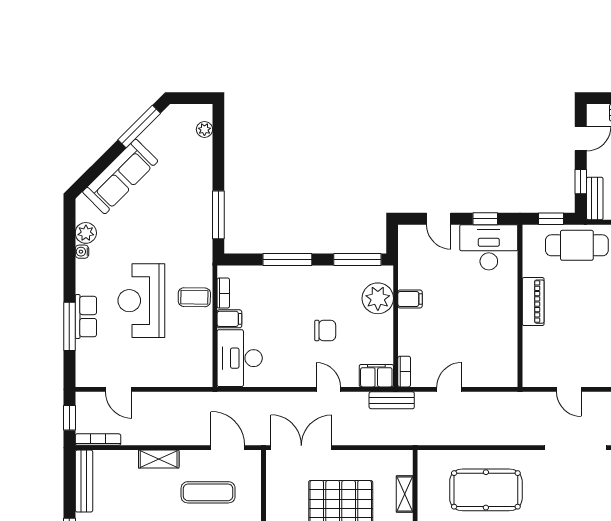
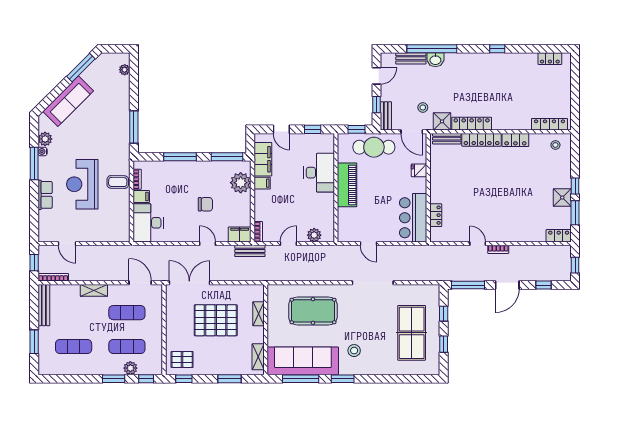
desk: (489, 247) -> (319, 173), moved, turned 90
filing cabinet: (411, 263) -> (263, 159), added
piano: (533, 302) -> (347, 185), width x1.37, depth x1.33
window: (69, 326) -> (34, 163), moved
plant: (488, 377) -> (314, 235), added

